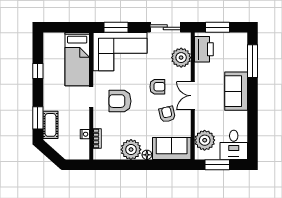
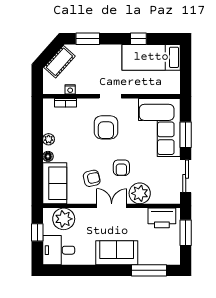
window: (116, 27) -> (186, 135), moved
plant: (181, 58) -> (140, 193), moved
bed: (77, 59) -> (151, 57), moved
armchair: (120, 101) -> (106, 127), turned 180
cot: (50, 125) -> (59, 62), moved, turned -48
plant: (131, 150) -> (49, 139), width x0.53, depth x0.53
window: (217, 165) -> (37, 232), width x0.67

